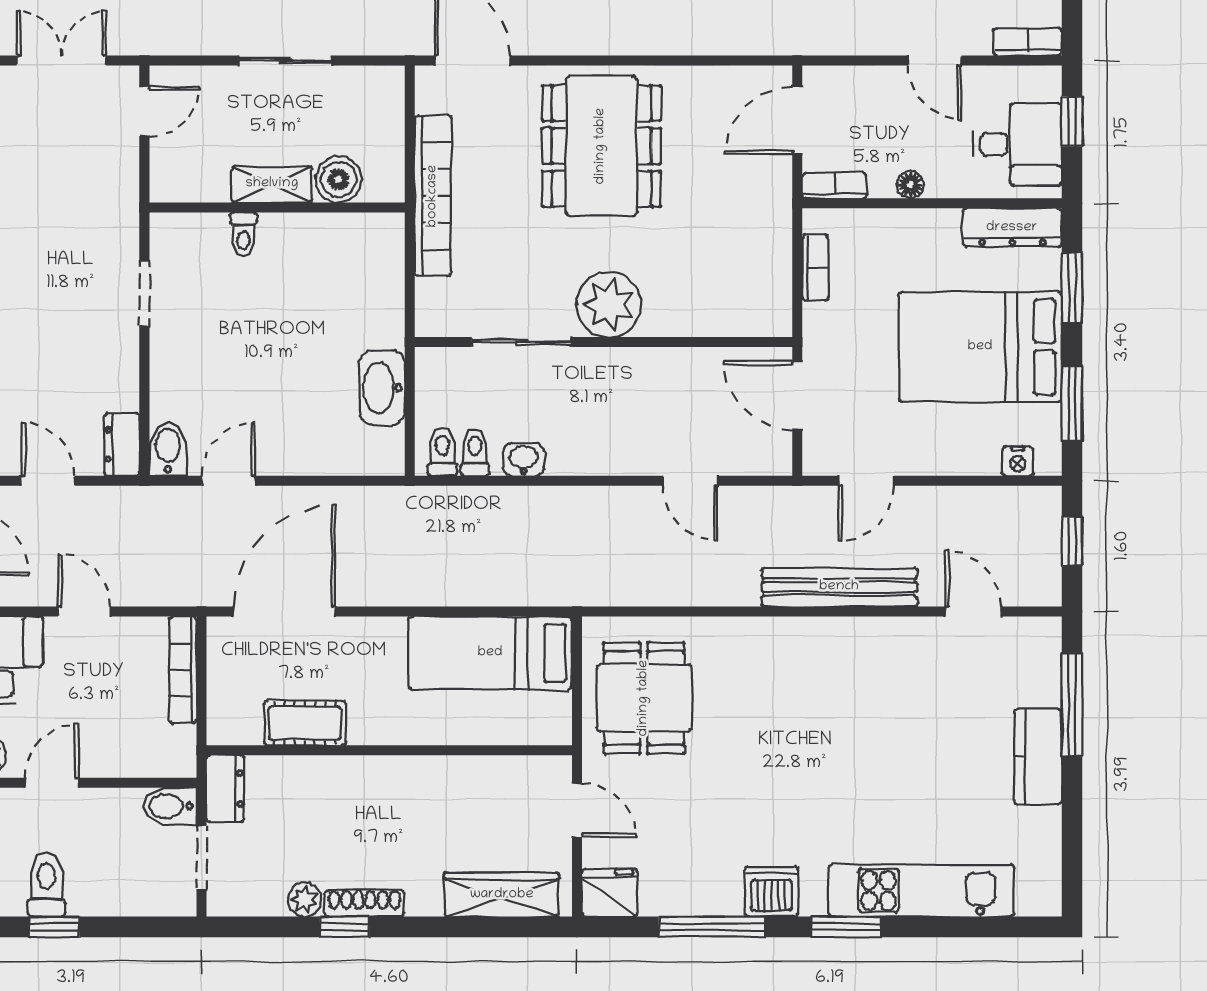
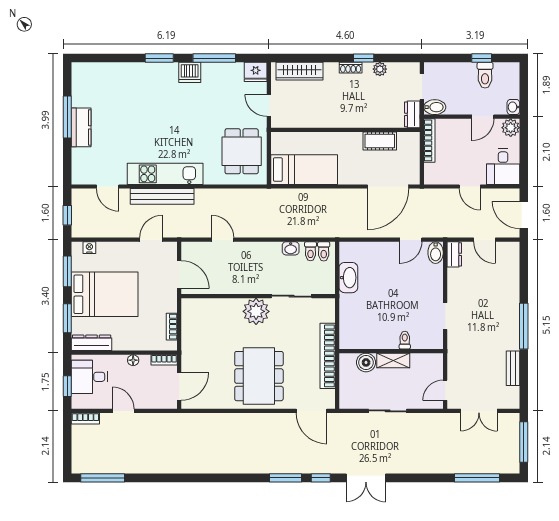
bookcase: (183, 670) -> (429, 140), moved
window: (1072, 705) -> (67, 117), moved
kitchen unit: (921, 891) -> (165, 174), moved, turned 180
shoe rack: (364, 903) -> (351, 68), width x0.70

